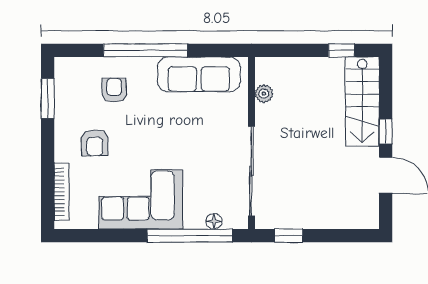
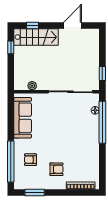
window: (145, 50) -> (11, 161), moved
window: (386, 131) -> (33, 26), moved
corner sofa: (141, 199) -> (84, 146), removed

